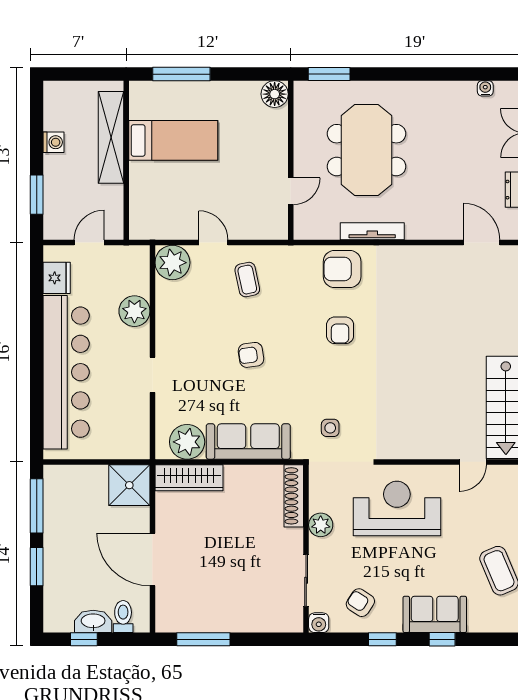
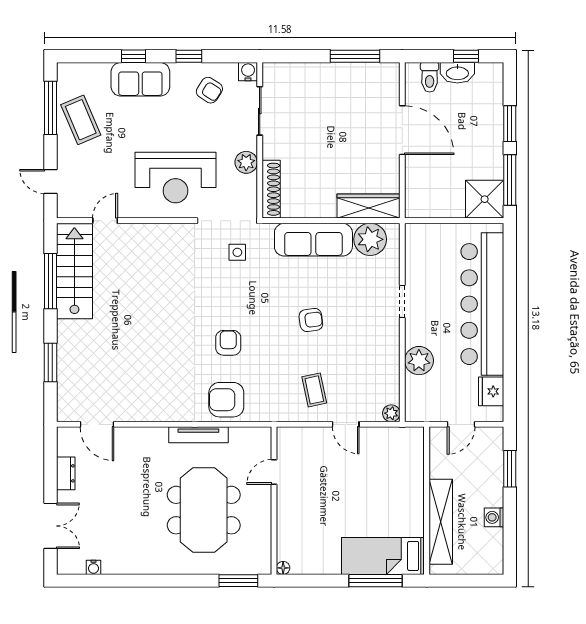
floor lamp: (275, 94) -> (283, 568), width x0.53, depth x0.53
bed: (173, 140) -> (383, 556), moved
plant: (172, 263) -> (391, 413), width x0.53, depth x0.53
armchair: (342, 269) -> (226, 400), turned 180
shower: (129, 485) -> (485, 199), moved

